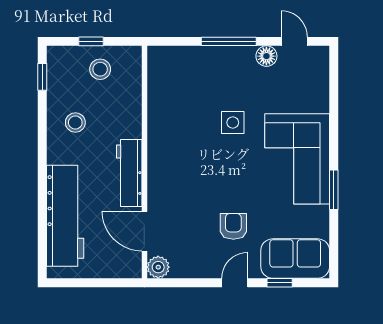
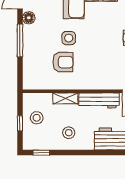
armchair: (193, 113) -> (63, 62), added
shelving: (132, 117) -> (65, 98), added

